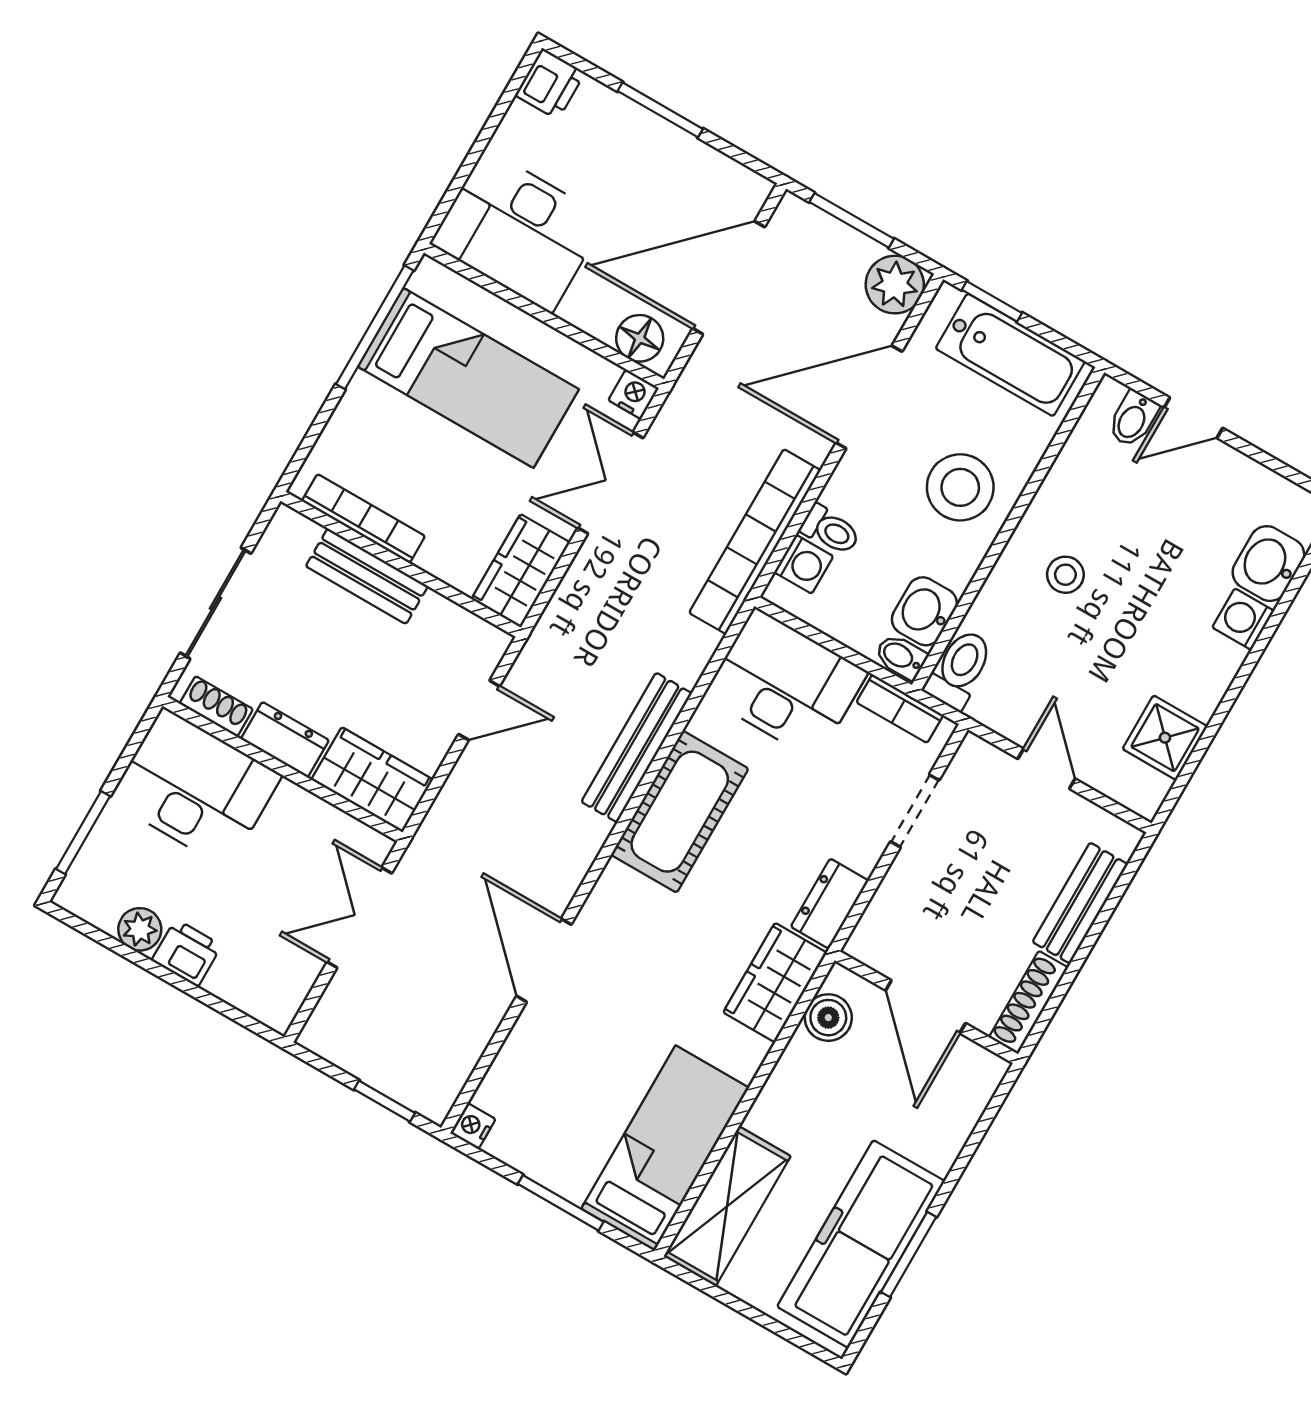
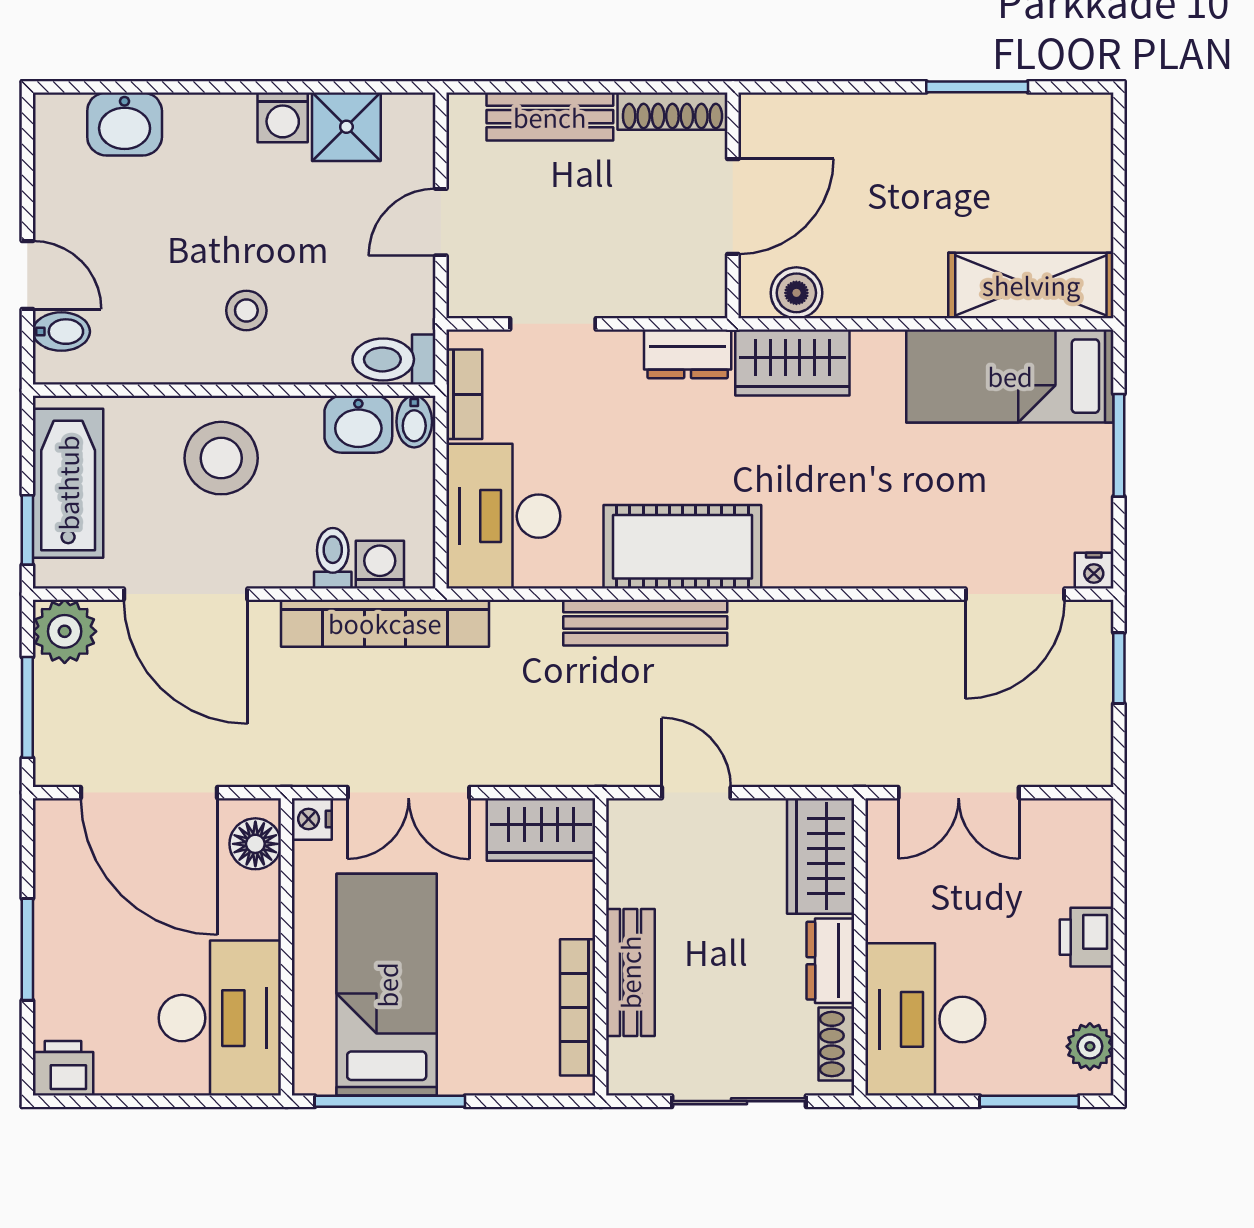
washing machine: (1243, 619) -> (283, 117), moved
plant: (140, 929) -> (1090, 1046), moved
door: (544, 960) -> (1015, 594), moved
freezer: (861, 1244) -> (993, 138), removed

